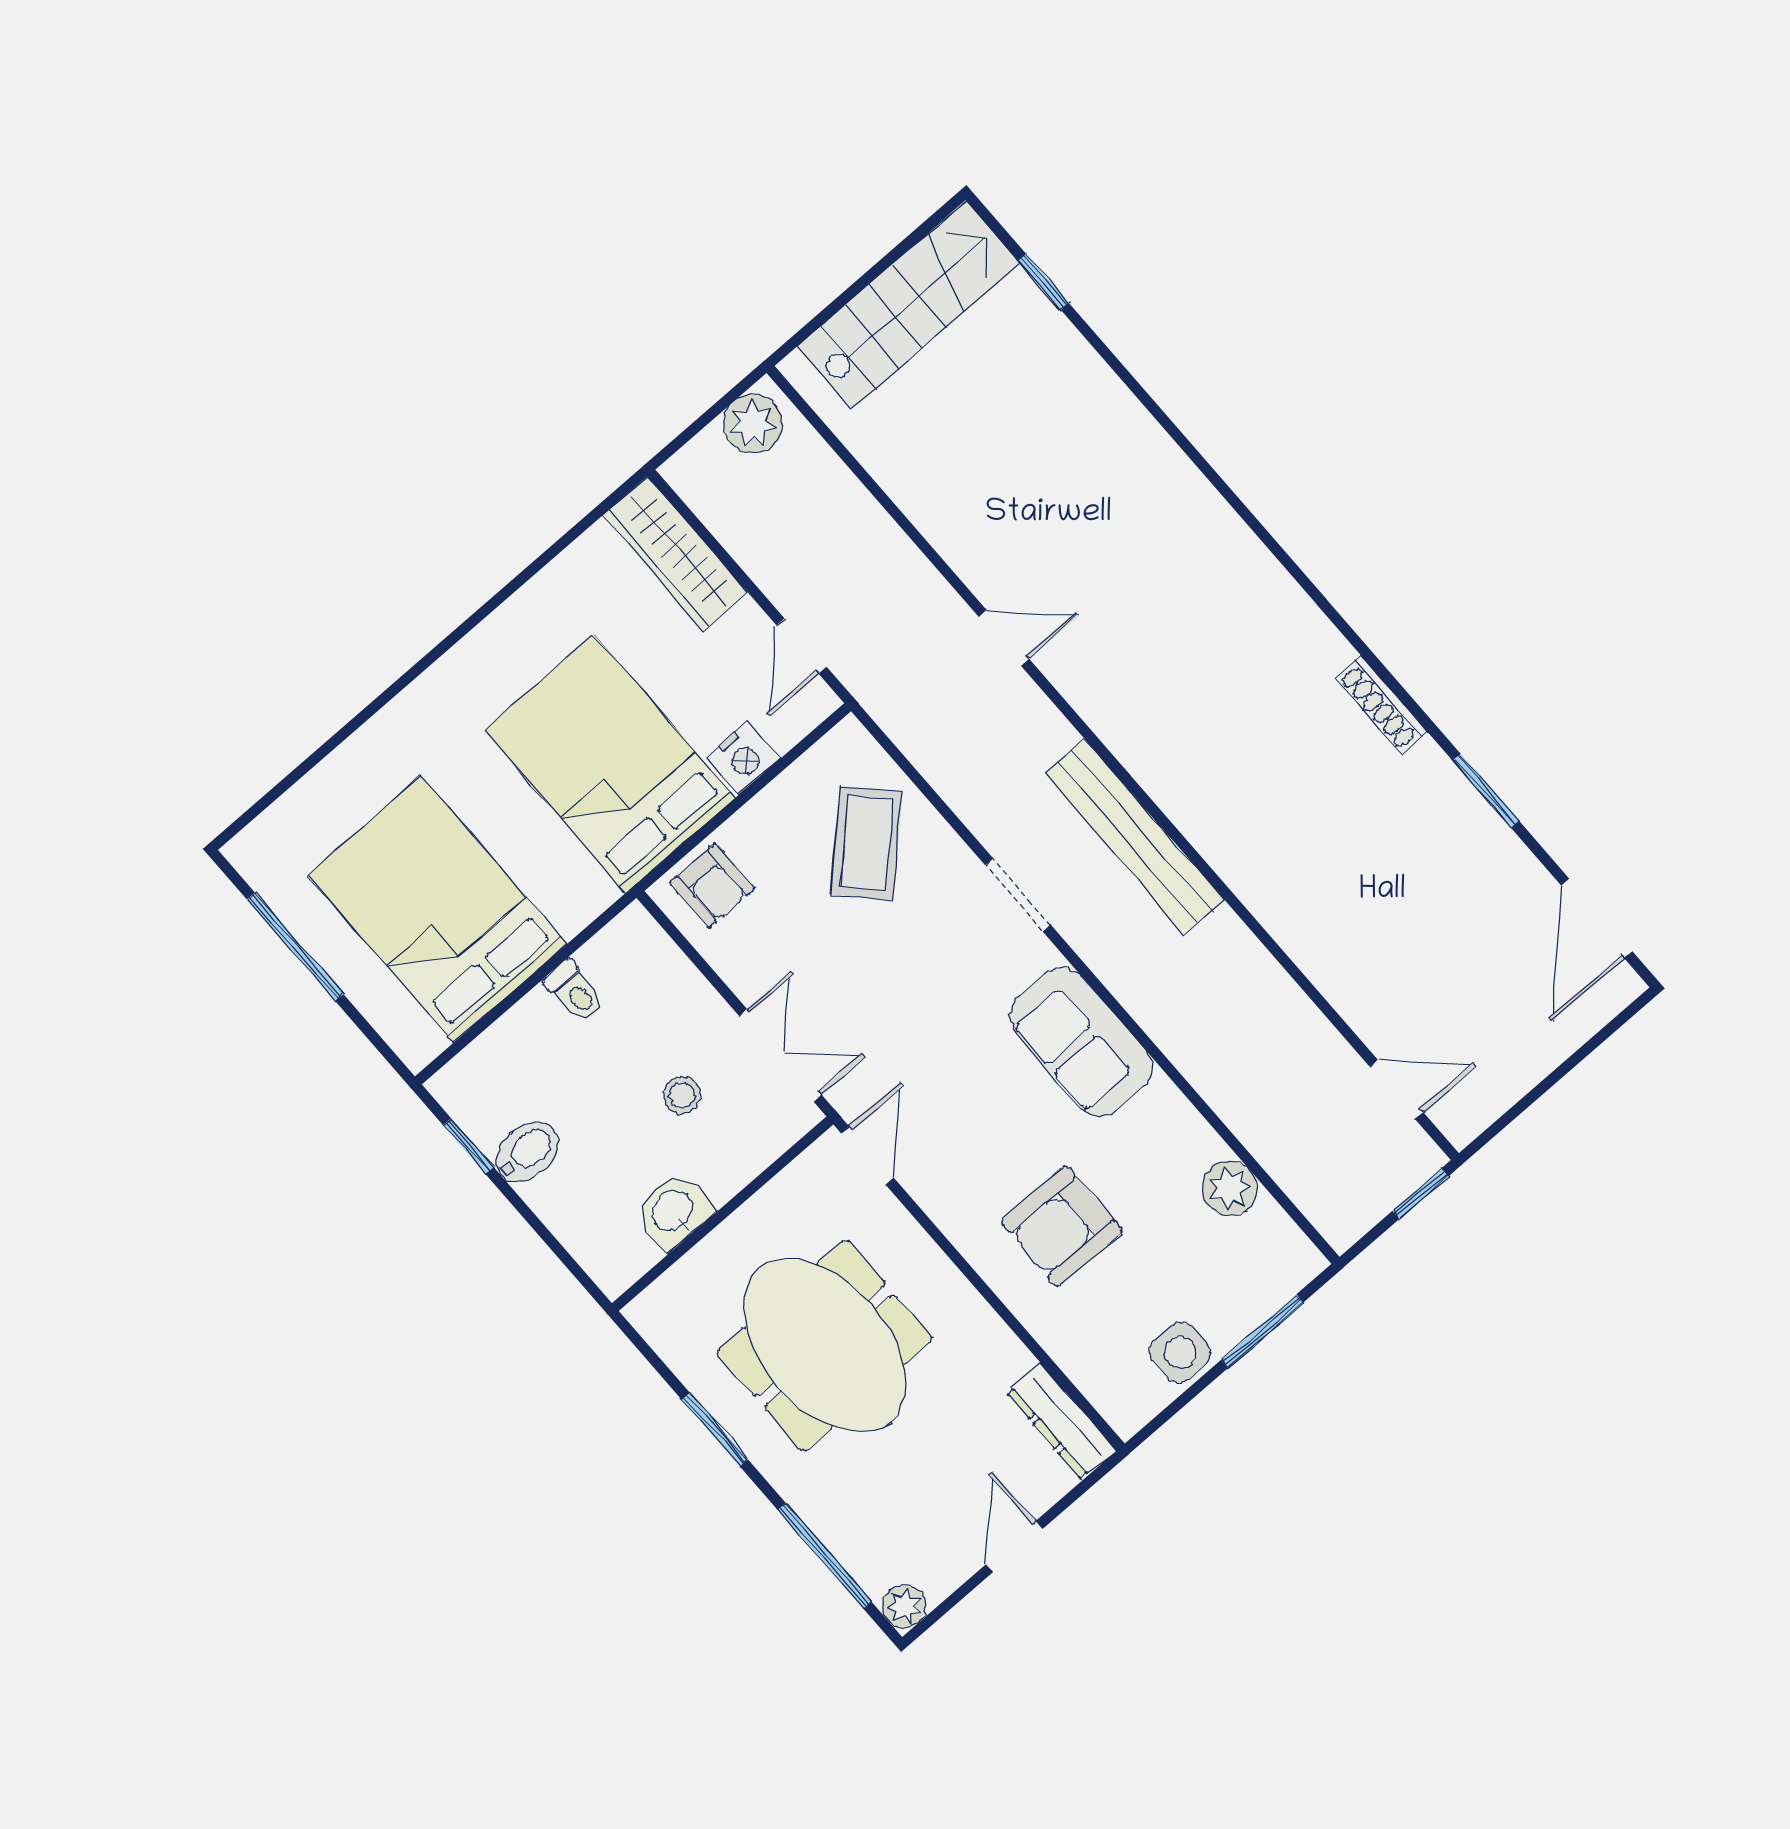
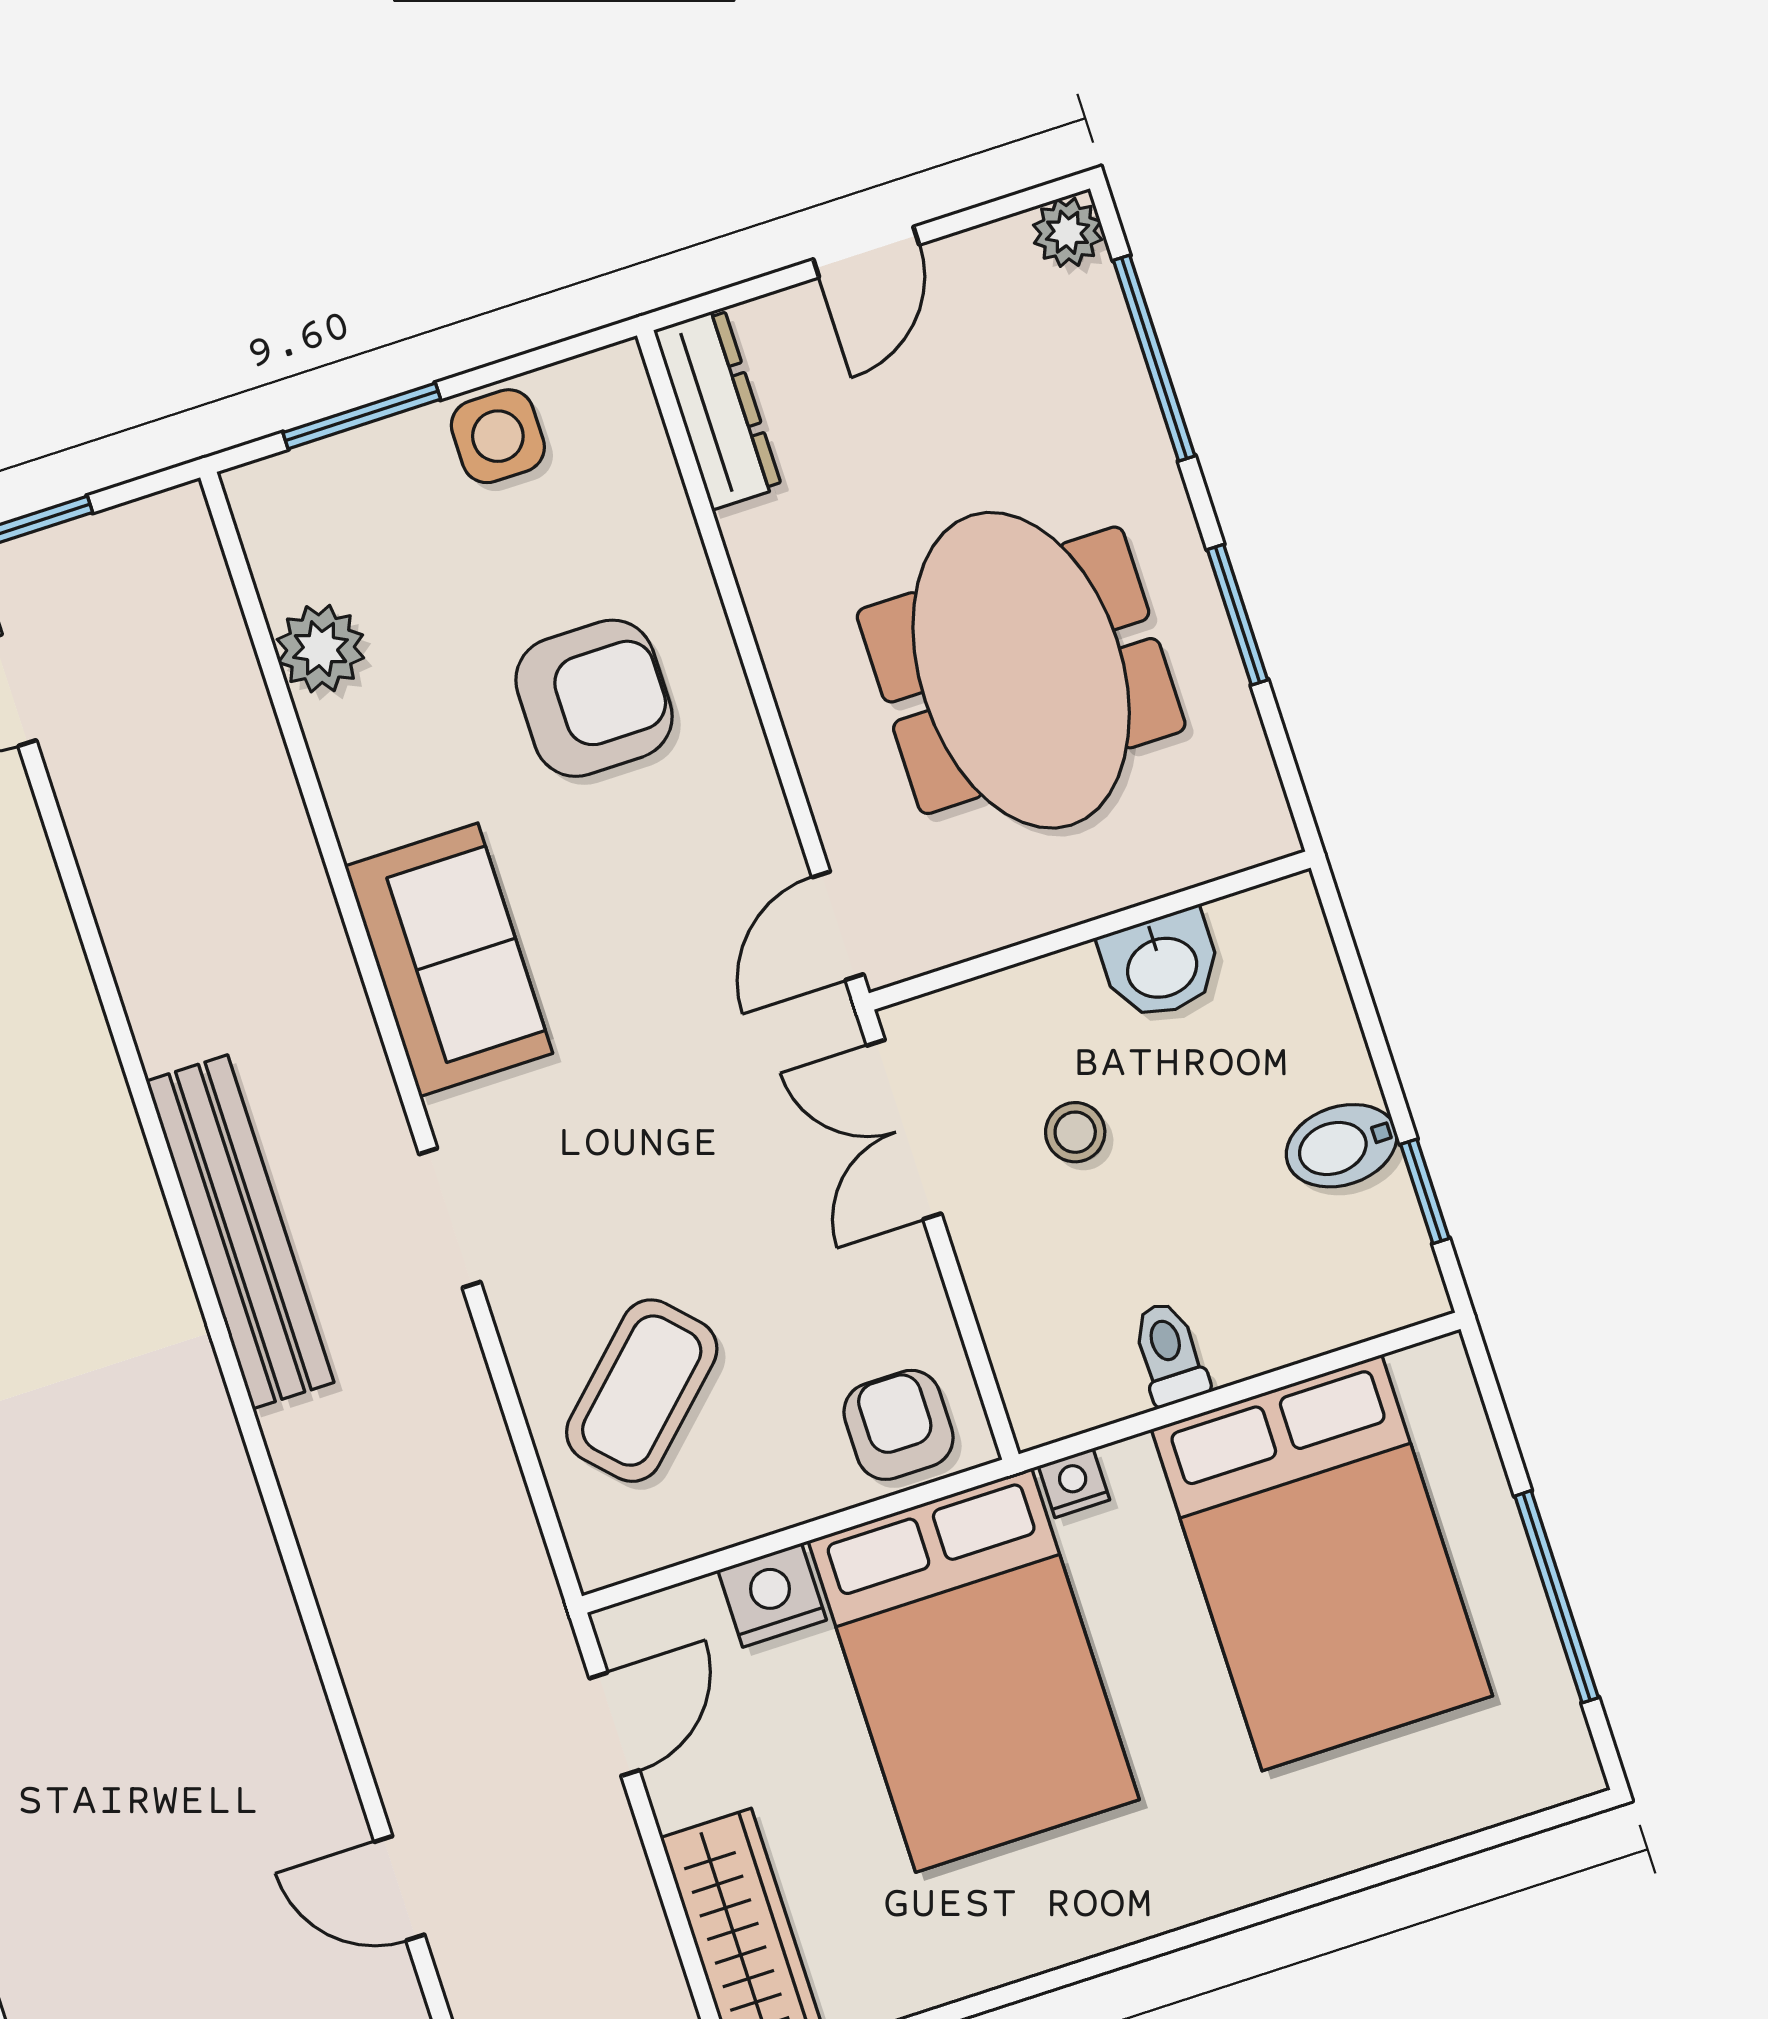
door: (1004, 638) -> (399, 1888), moved
nightstand: (598, 895) -> (1074, 1483), added

